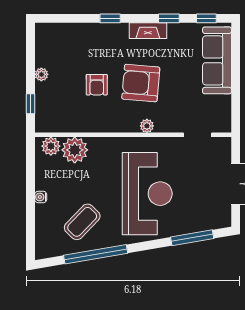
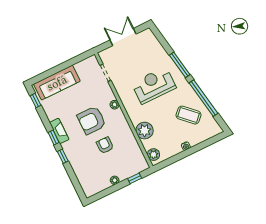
window: (169, 18) -> (54, 137), moved
armchair: (141, 83) -> (92, 120), turned 85
armchair: (97, 85) -> (105, 145), turned -90
plant: (75, 150) -> (145, 131), moved
reception desk: (147, 194) -> (154, 85), width x0.74, depth x0.77
window: (192, 238) -> (180, 65), moved

